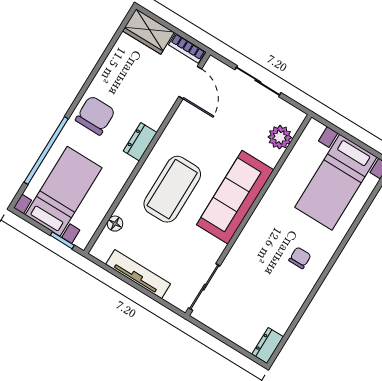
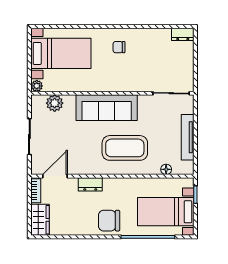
plant: (314, 128) -> (37, 86), added
dresser: (140, 142) -> (90, 184), moved

